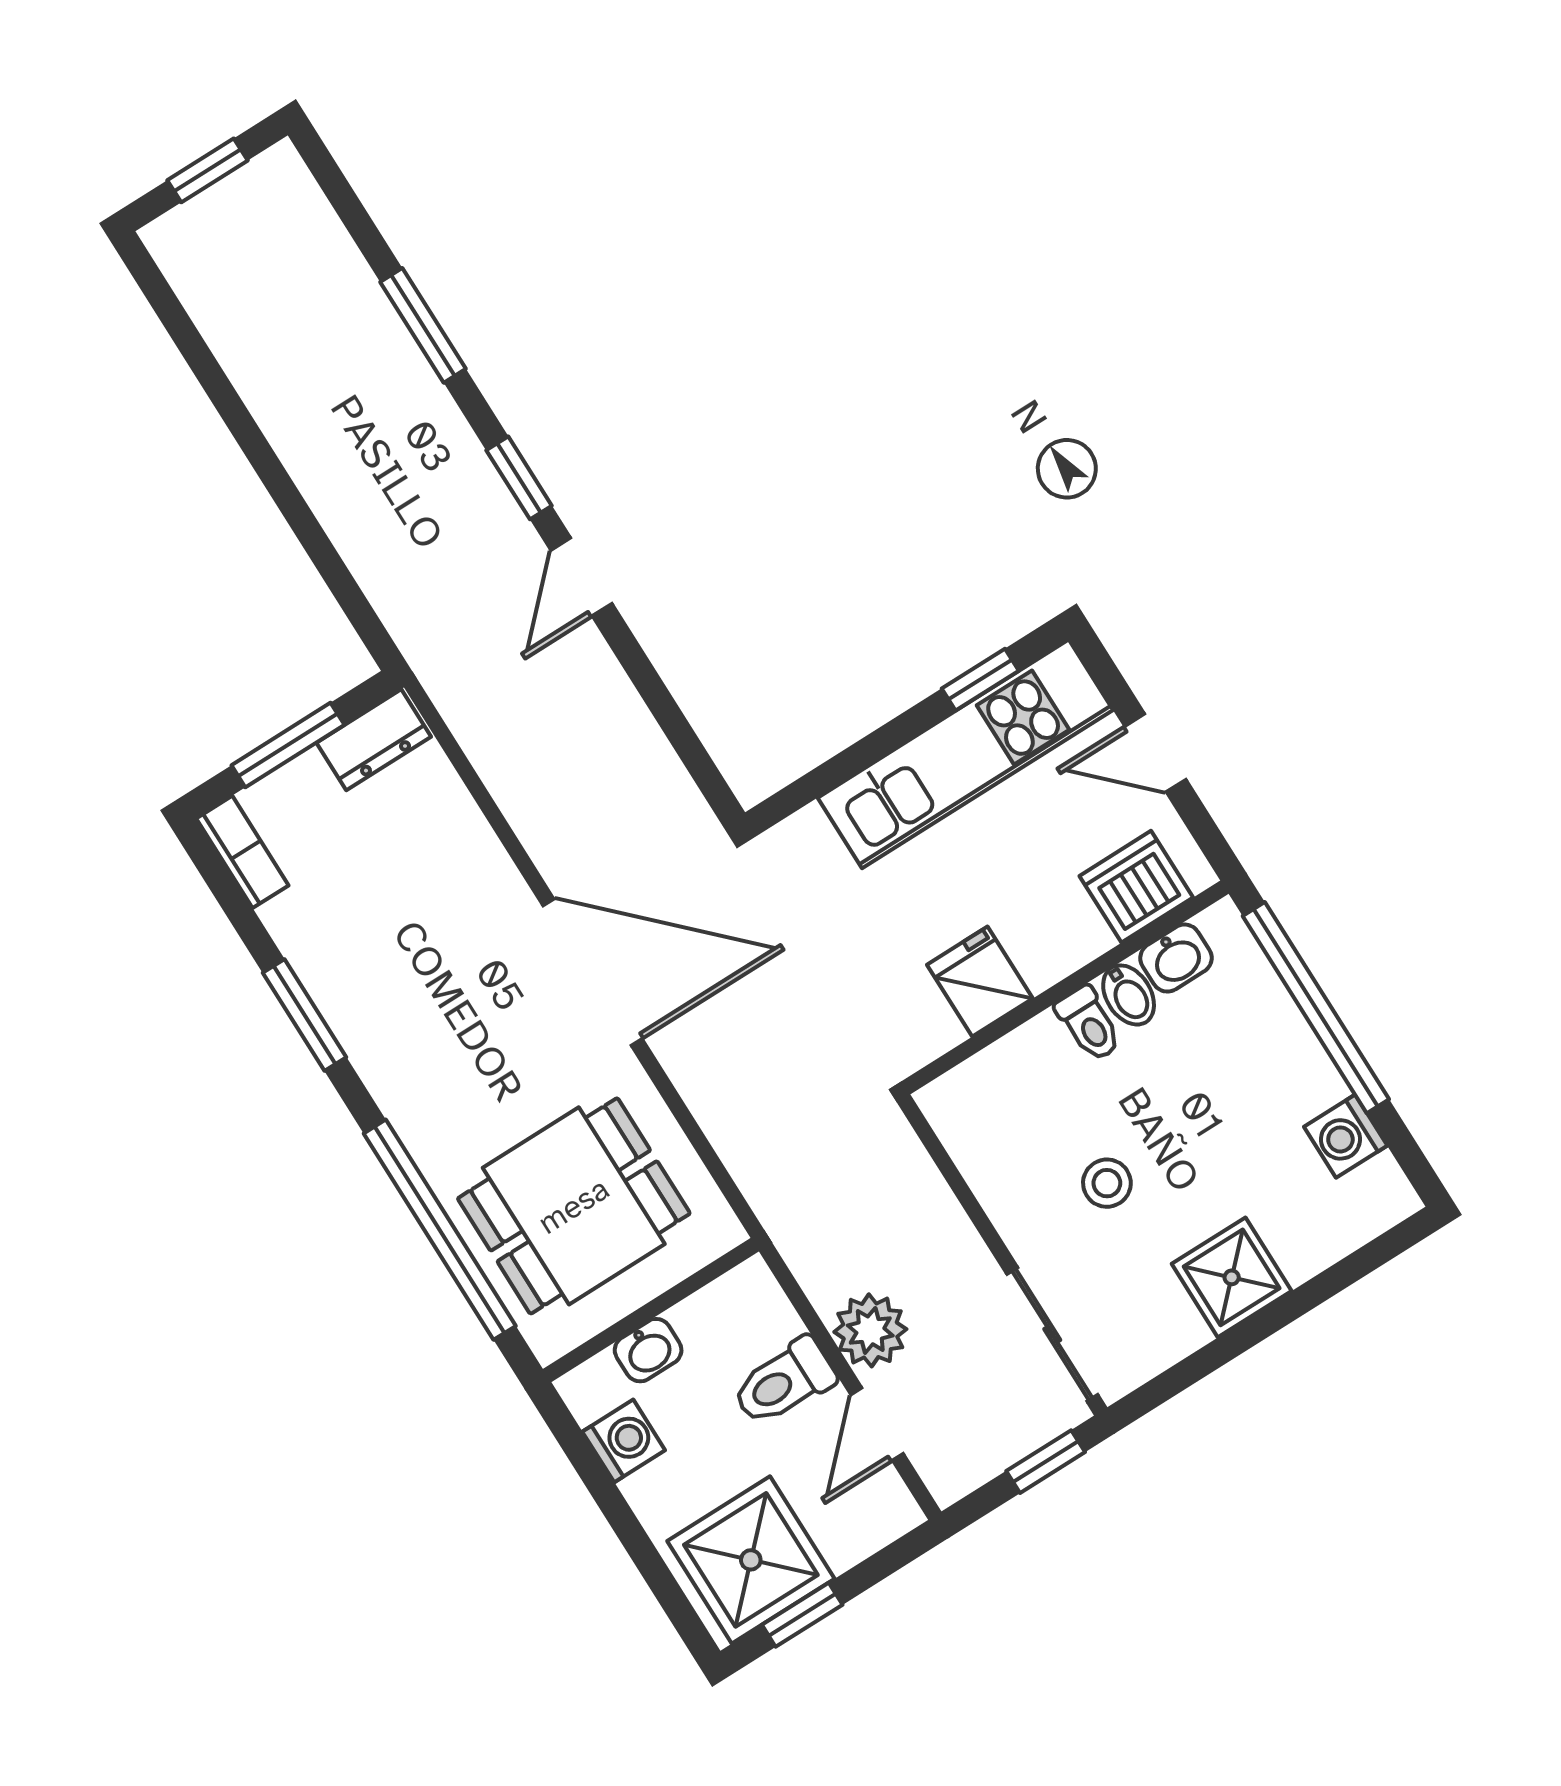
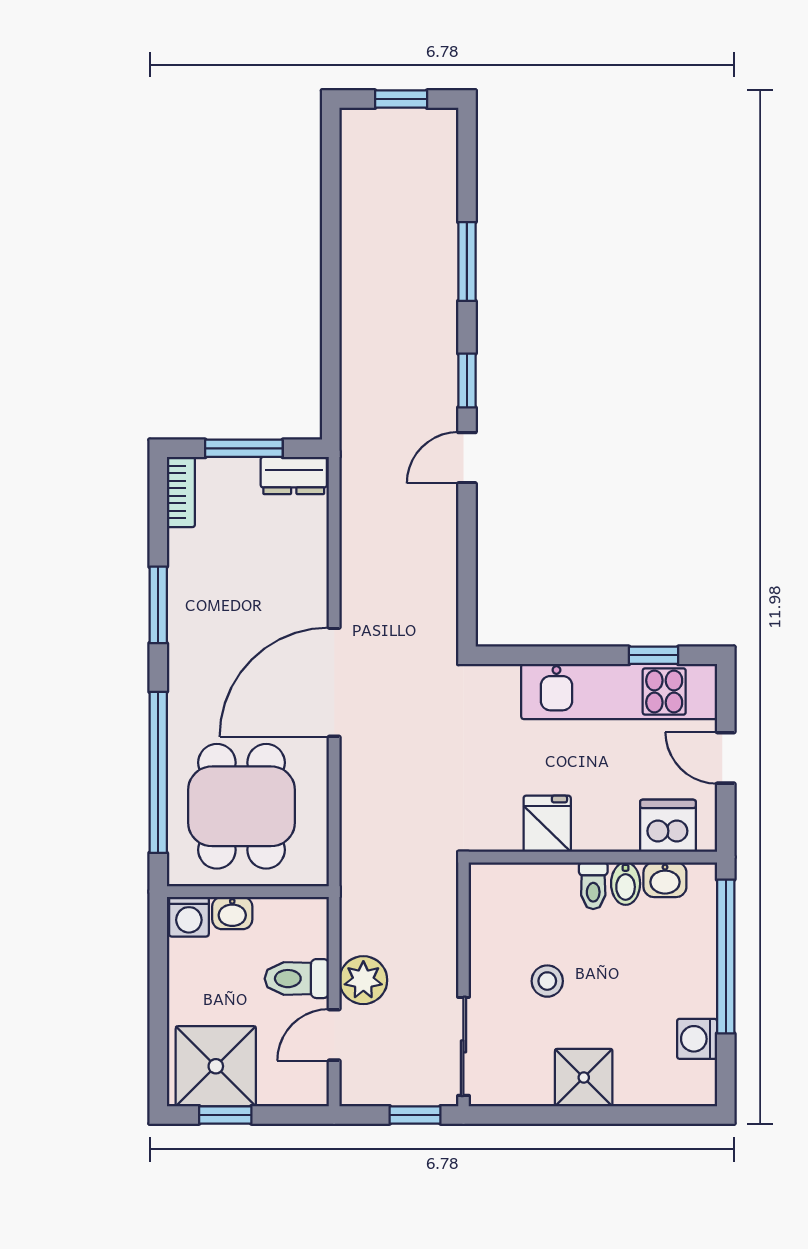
door: (592, 972) -> (334, 682), swing flipped
dining table: (574, 1206) -> (242, 806), turned 90
washing machine: (624, 1441) -> (189, 917), moved, turned 90

